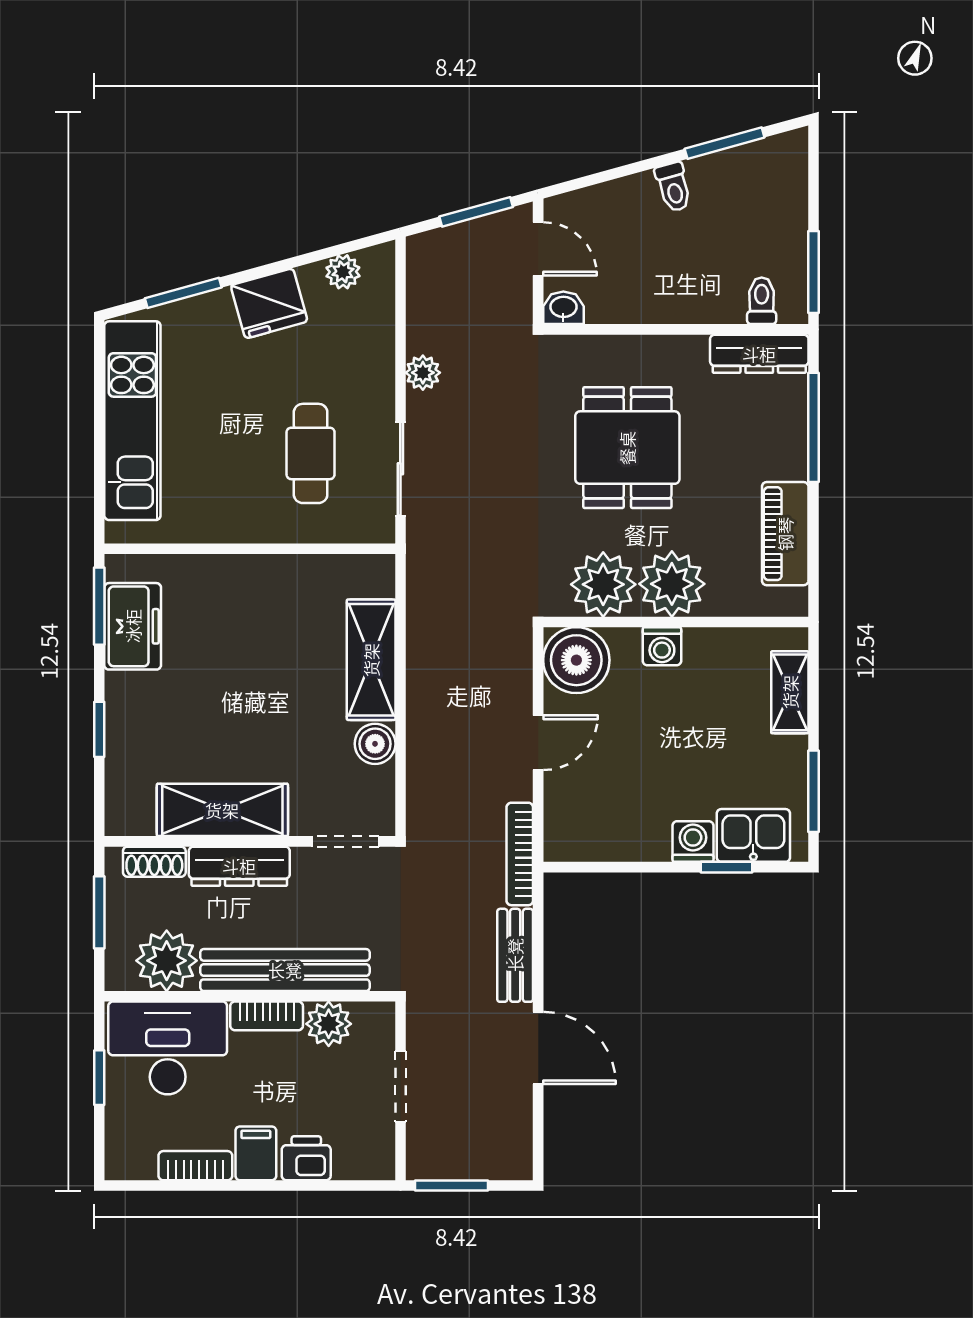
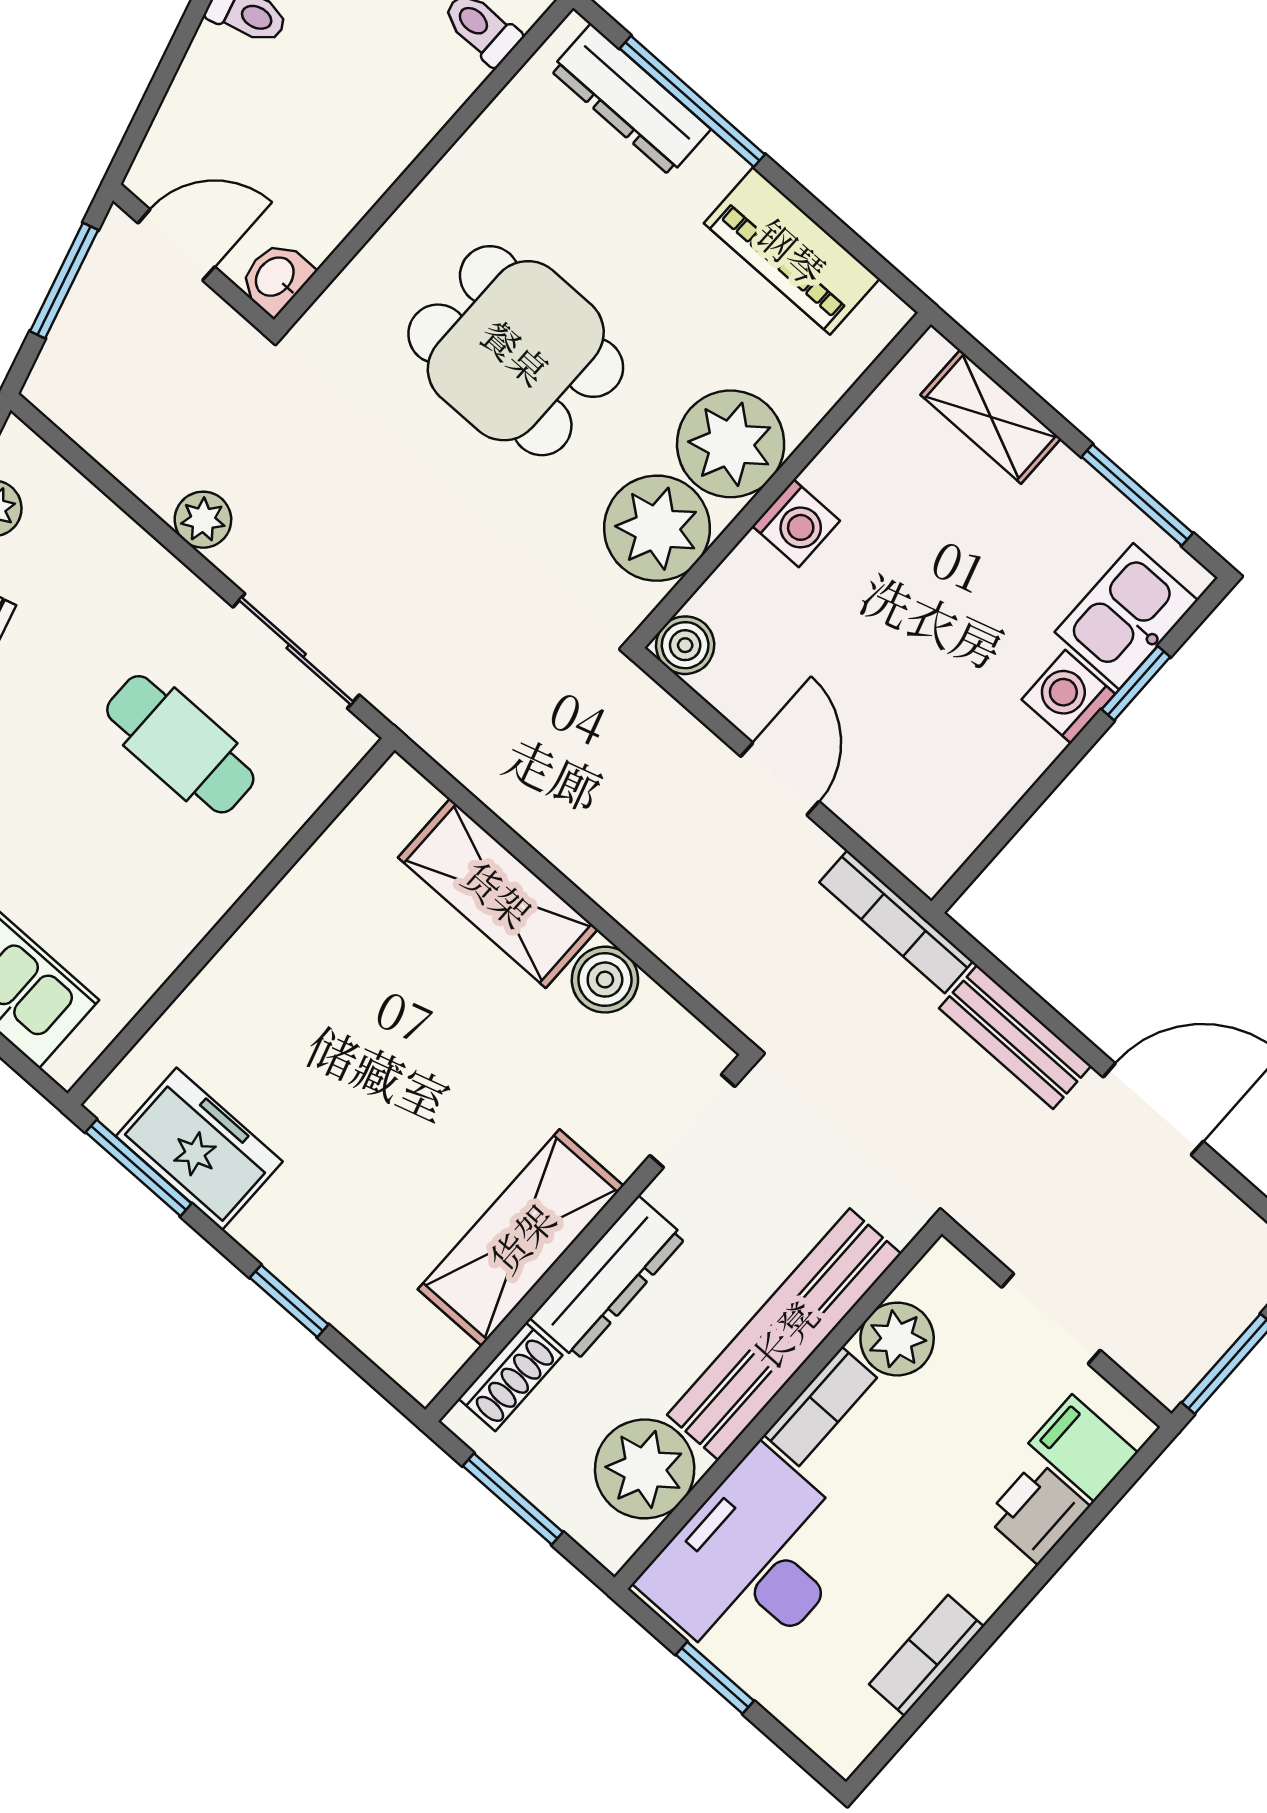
dresser: (759, 354) -> (630, 100), moved, turned 90
boiler: (576, 660) -> (685, 645), width x0.54, depth x0.54
filing cabinet: (256, 1153) -> (1083, 1448), moved

